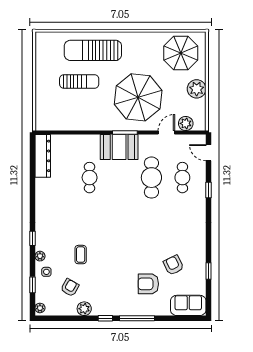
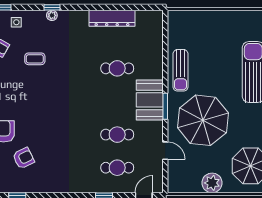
sun lounger: (79, 81) -> (180, 70), moved
plant: (186, 123) -> (175, 171), removed
dresser: (43, 156) -> (112, 18), moved
cafe table: (151, 178) -> (117, 135), width x0.73, depth x0.74
plant: (40, 256) -> (52, 15), moved

